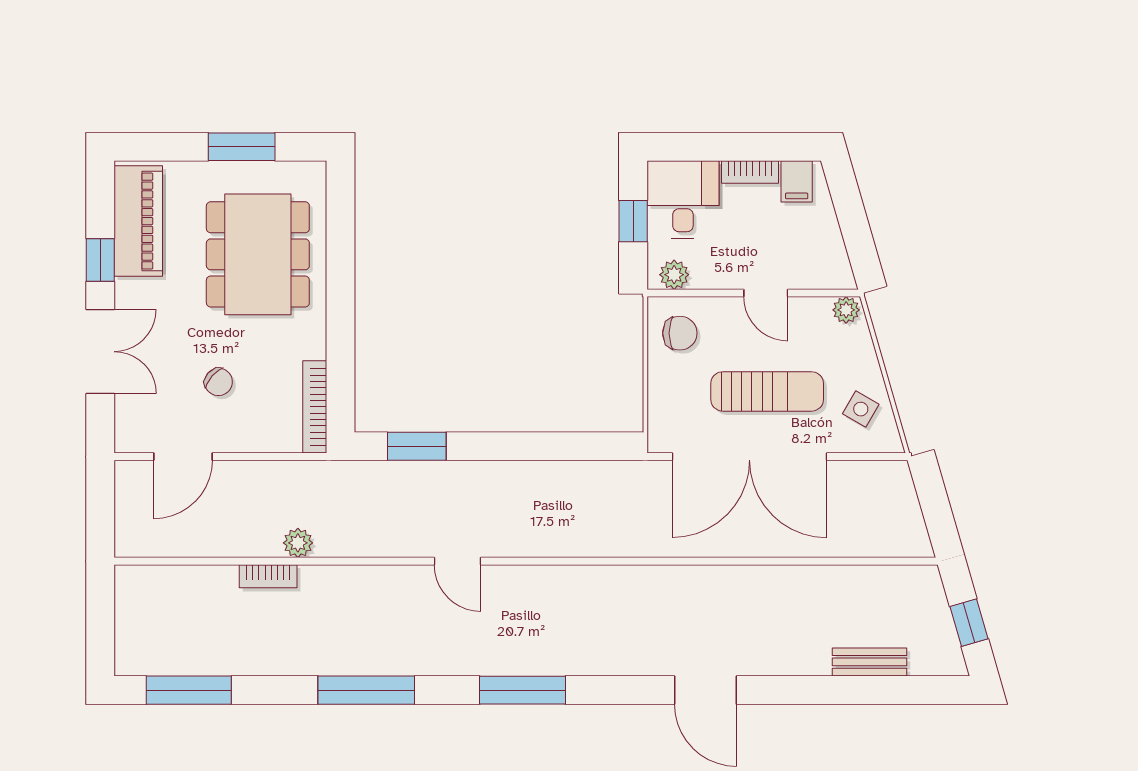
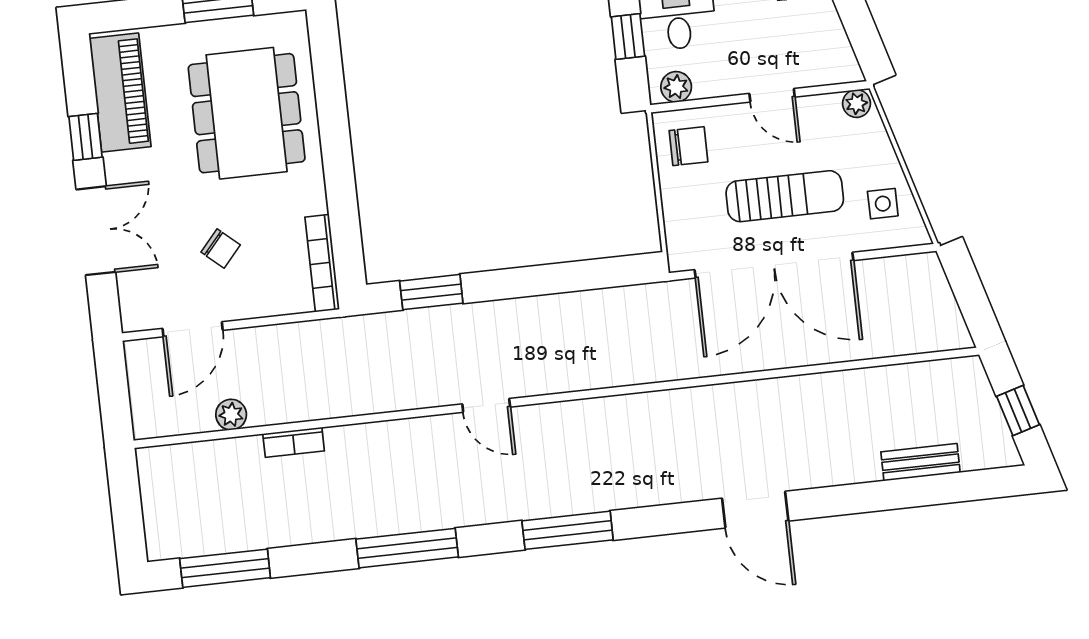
side table: (861, 409) -> (883, 204), turned -30
plant: (298, 543) -> (231, 415), moved

